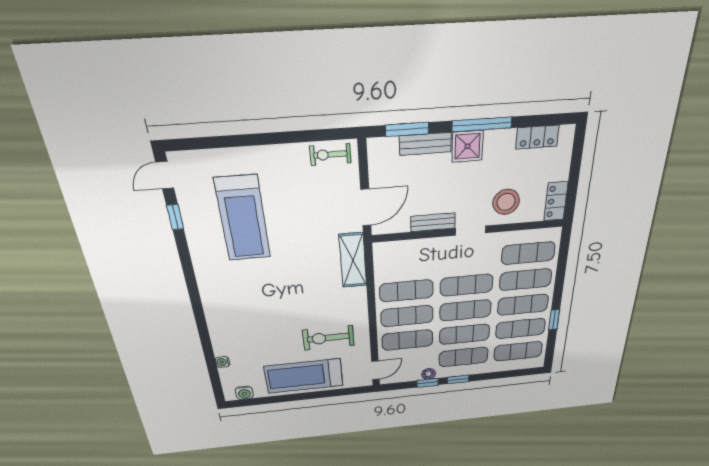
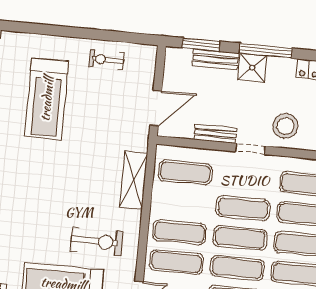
exercise bike: (330, 155) -> (107, 60), moved
shelving: (353, 260) -> (134, 180), moved
exercise mat: (406, 291) -> (185, 172), moved
exercise bike: (328, 338) -> (97, 241), turned 180

